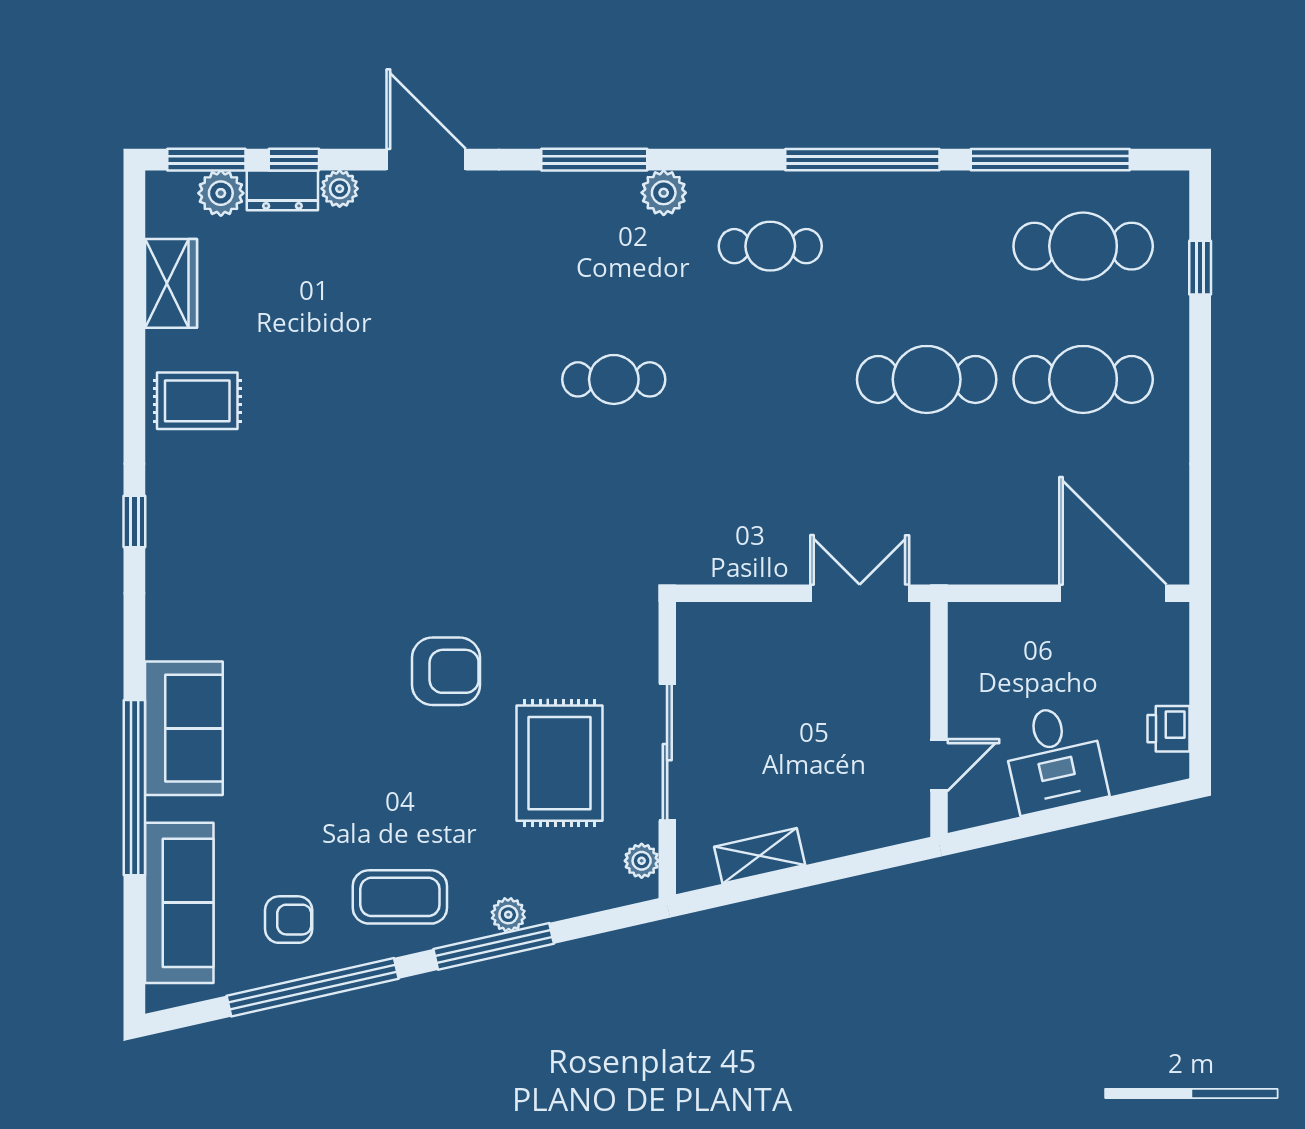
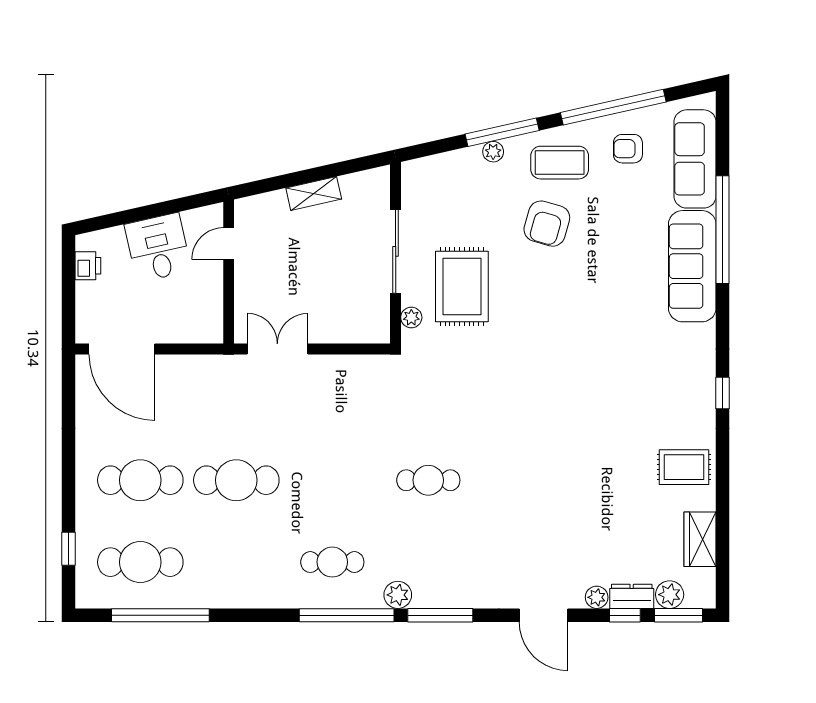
window: (862, 160) -> (347, 615), moved
double door: (860, 593) -> (277, 349), swing flipped
armchair: (446, 671) -> (547, 224), moved, turned -74
sofa: (184, 728) -> (692, 266), width x1.36
rug: (559, 763) -> (462, 286), moved
shelving: (760, 856) -> (314, 193), moved
plant: (642, 861) -> (411, 317), moved

